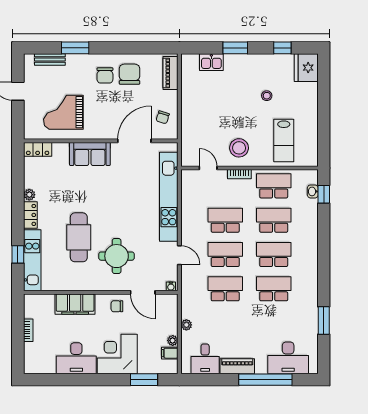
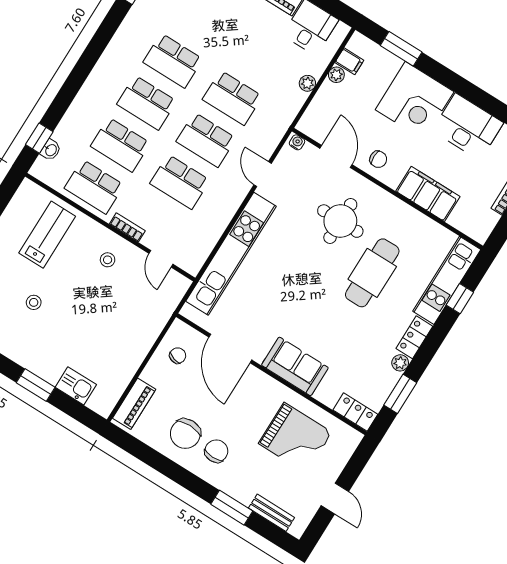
door: (134, 141) -> (230, 348), hinge flipped
stool: (239, 148) -> (108, 260), width x0.53, depth x0.53
window: (18, 177) -> (400, 394), added

